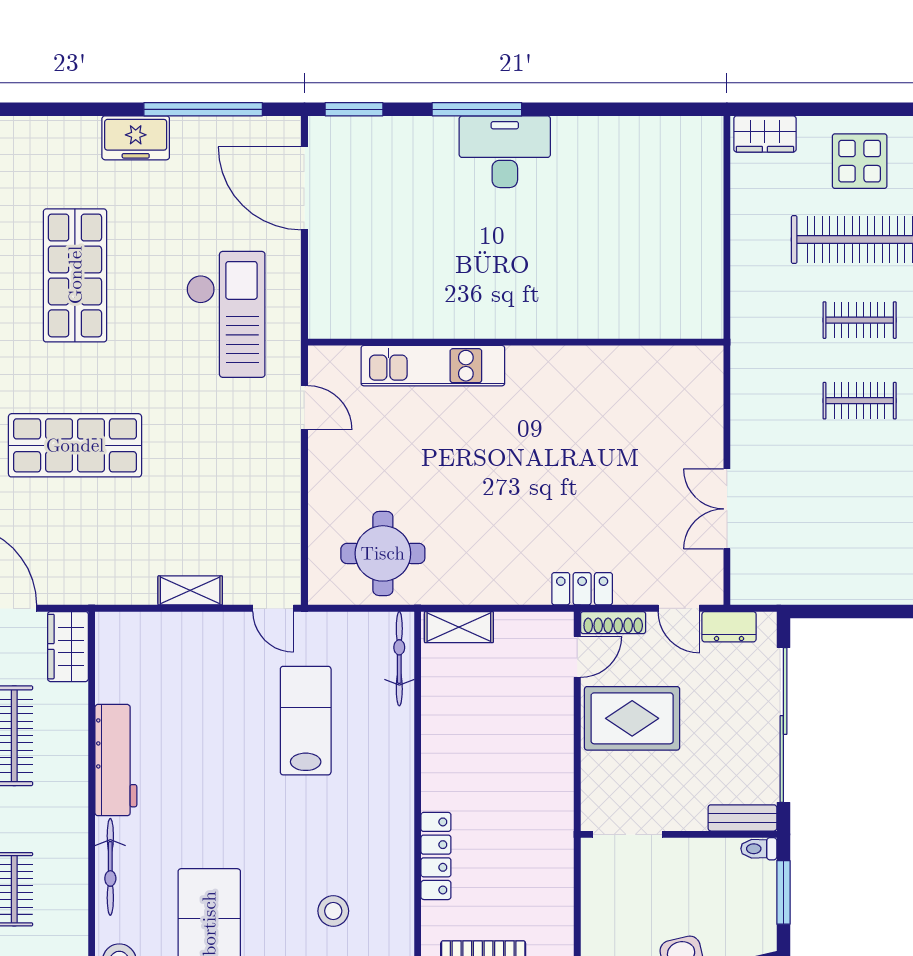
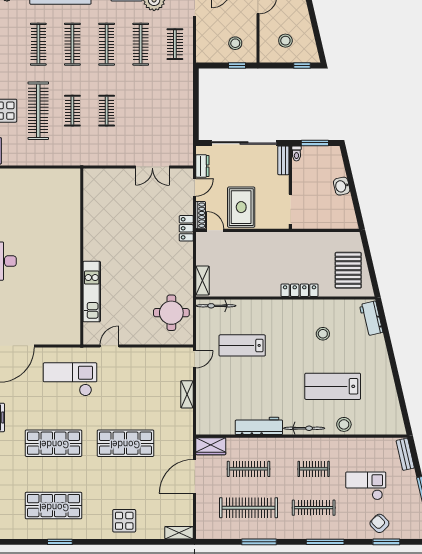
shop shelf: (75, 445) -> (125, 443), turned 90

